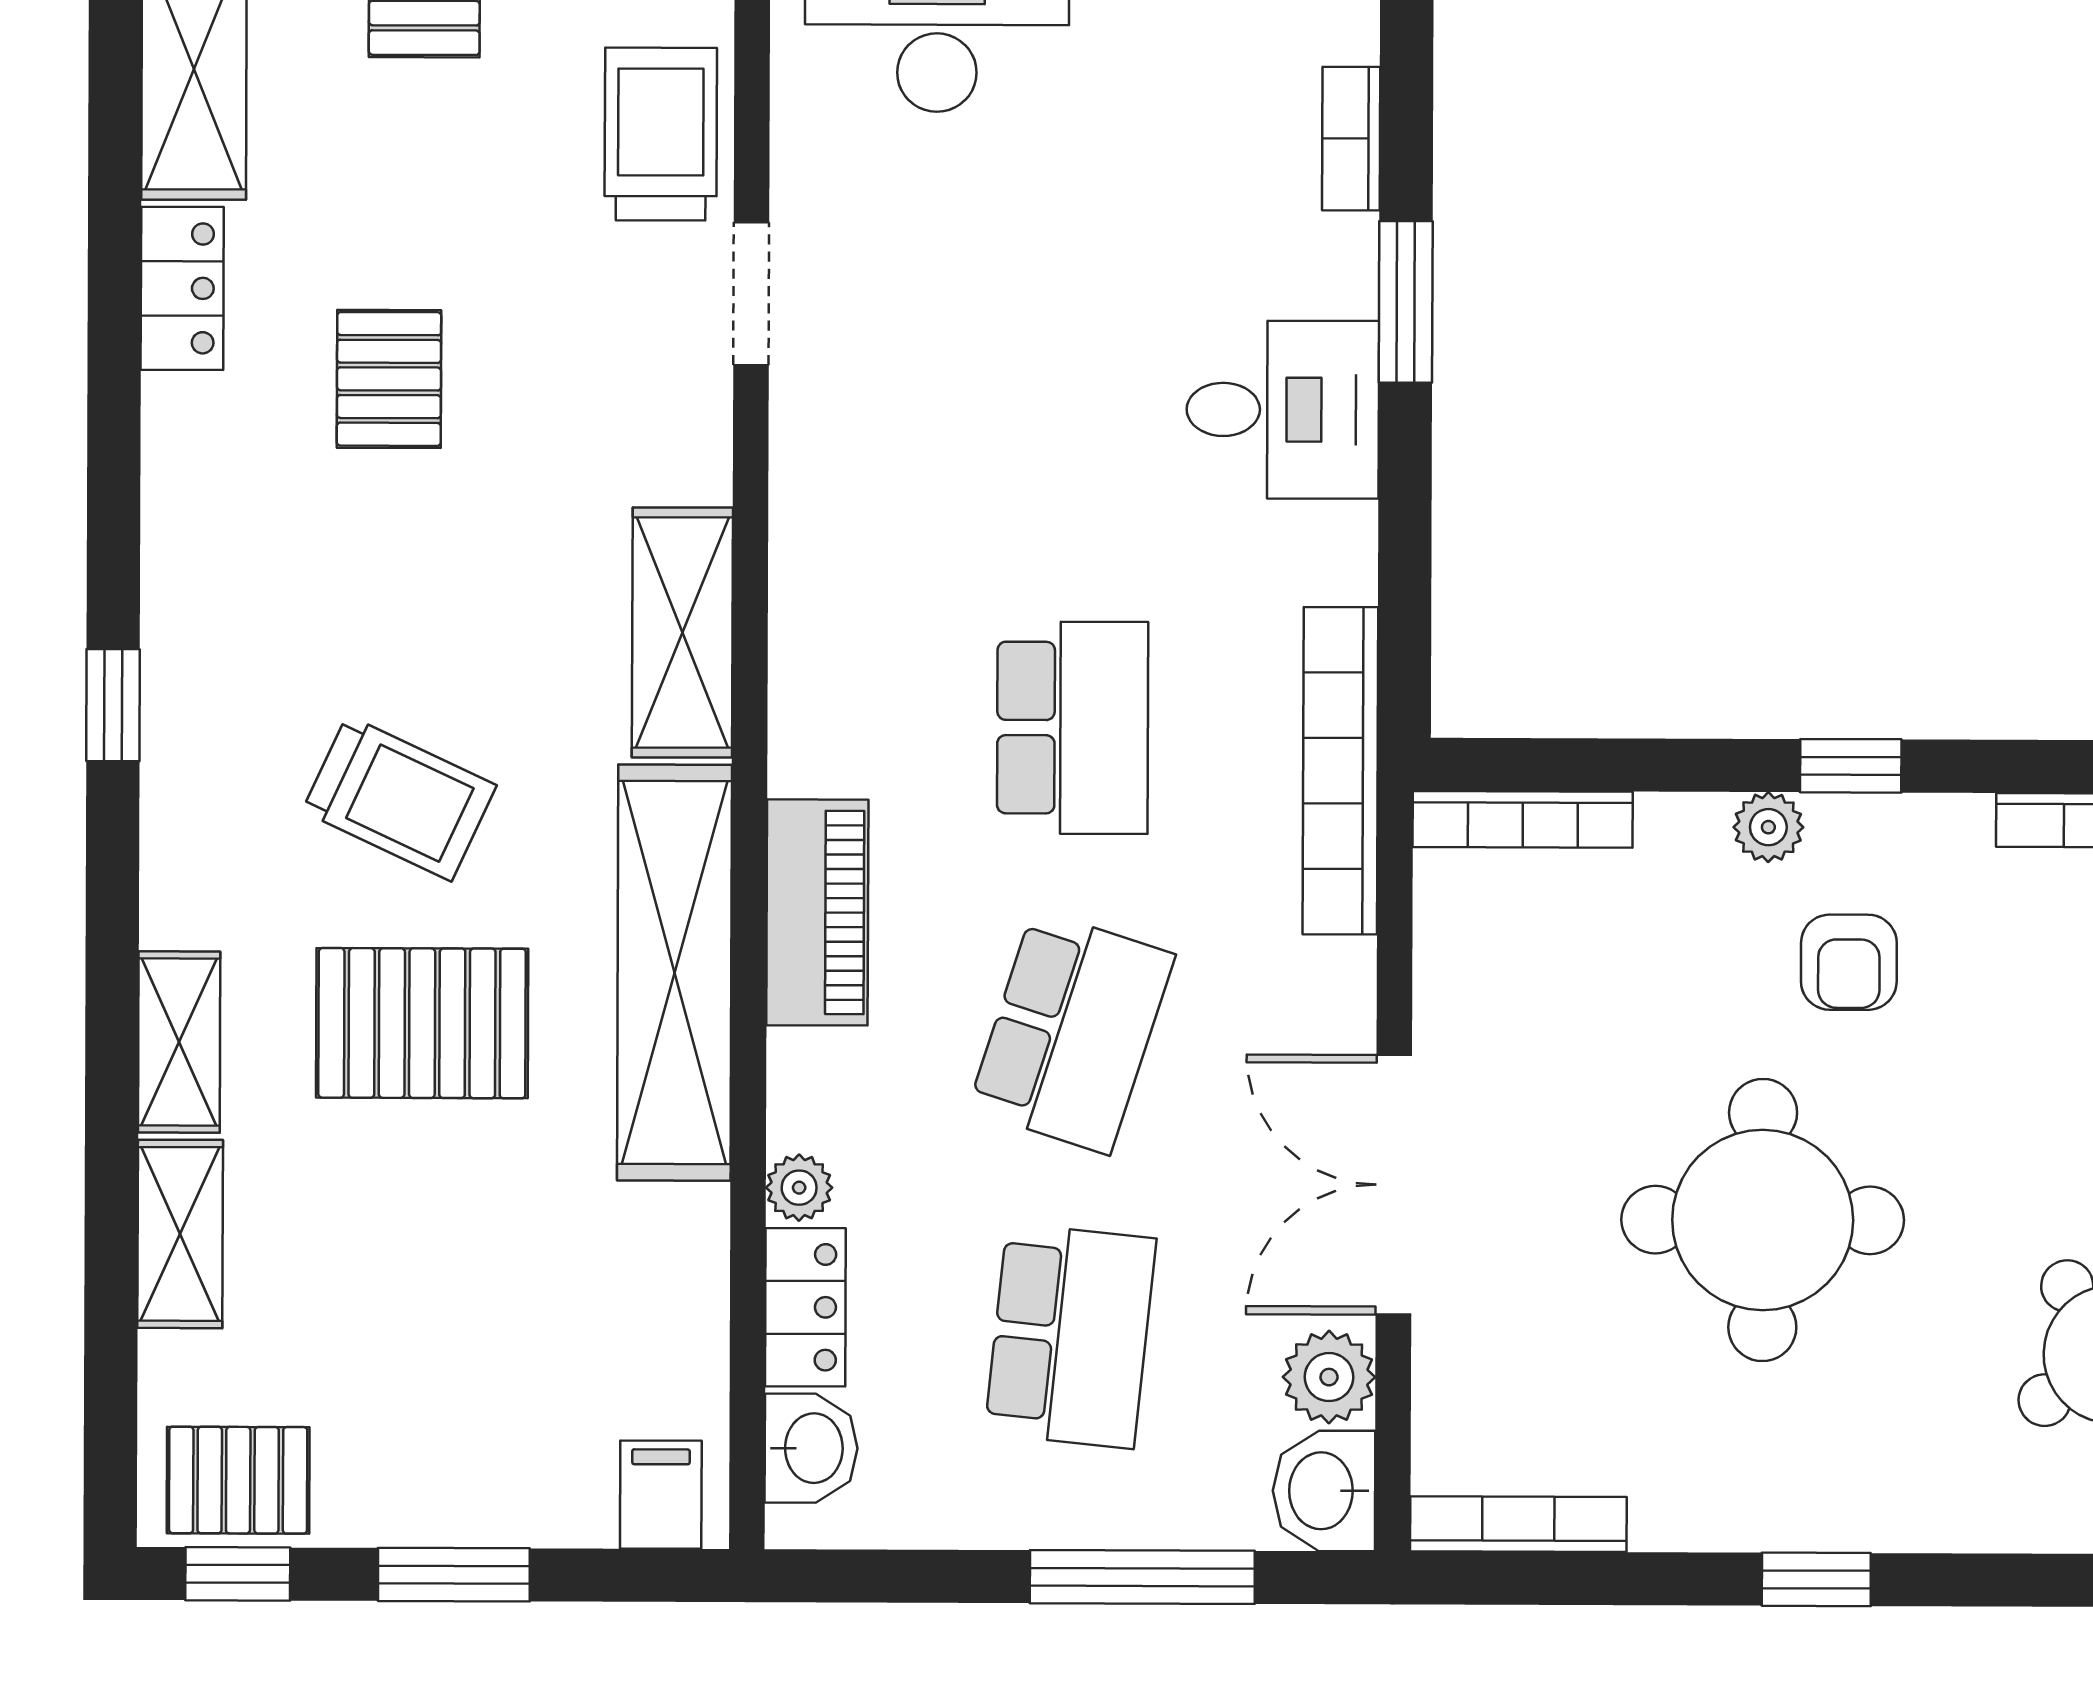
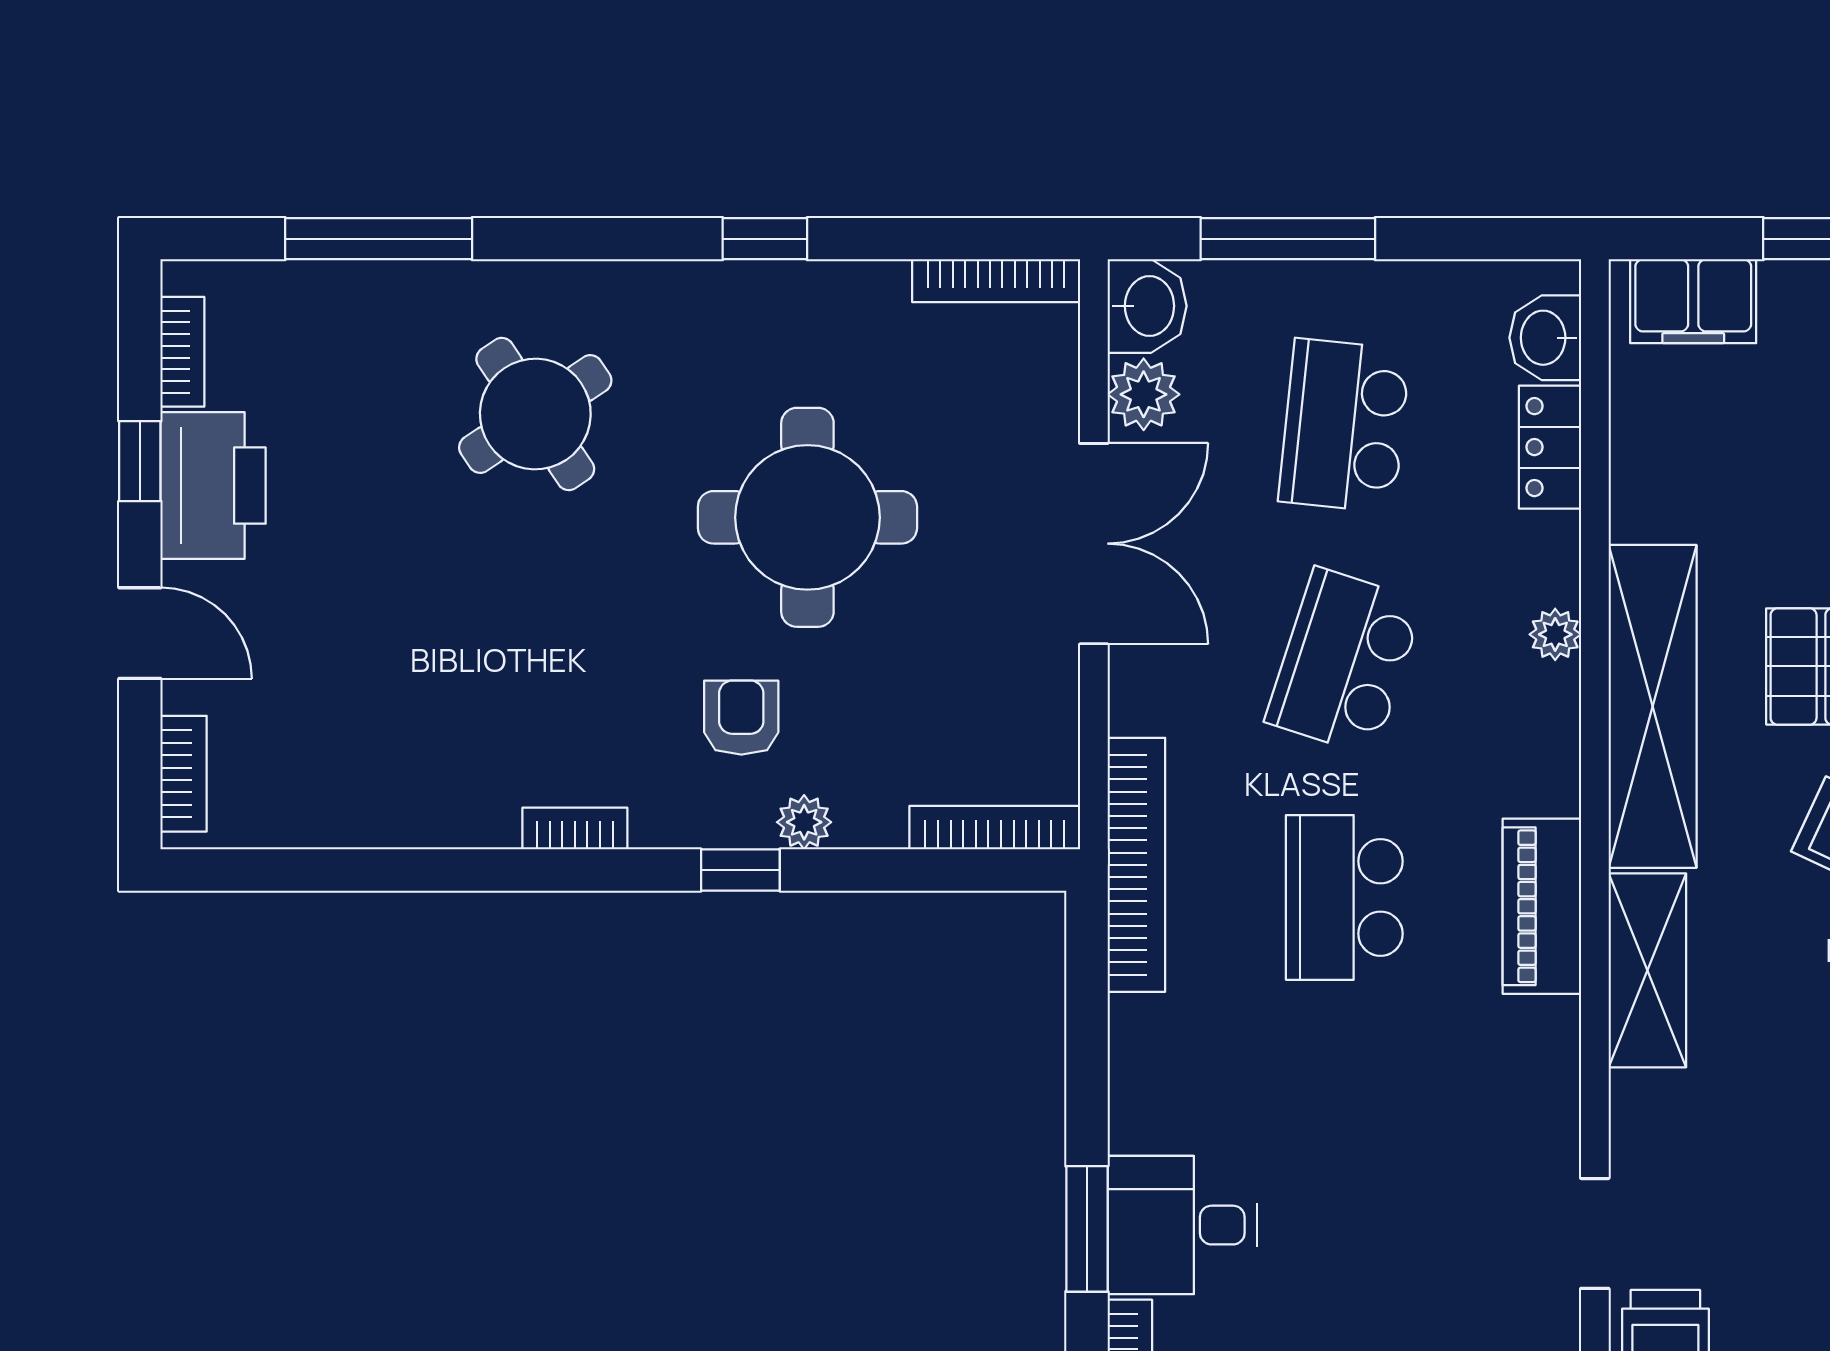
desk: (1283, 410) -> (1182, 1225), moved
piano: (817, 912) -> (1542, 906), moved
plant: (799, 1188) -> (1555, 634), moved
filing cabinet: (661, 1495) -> (1693, 301), width x2.00

